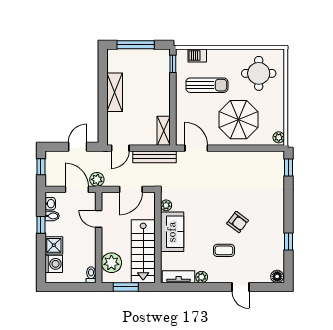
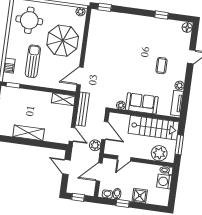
plant: (97, 179) -> (95, 145), moved
armchair: (238, 222) -> (141, 52), removed
washing machine: (54, 264) -> (164, 181), moved, turned -90

